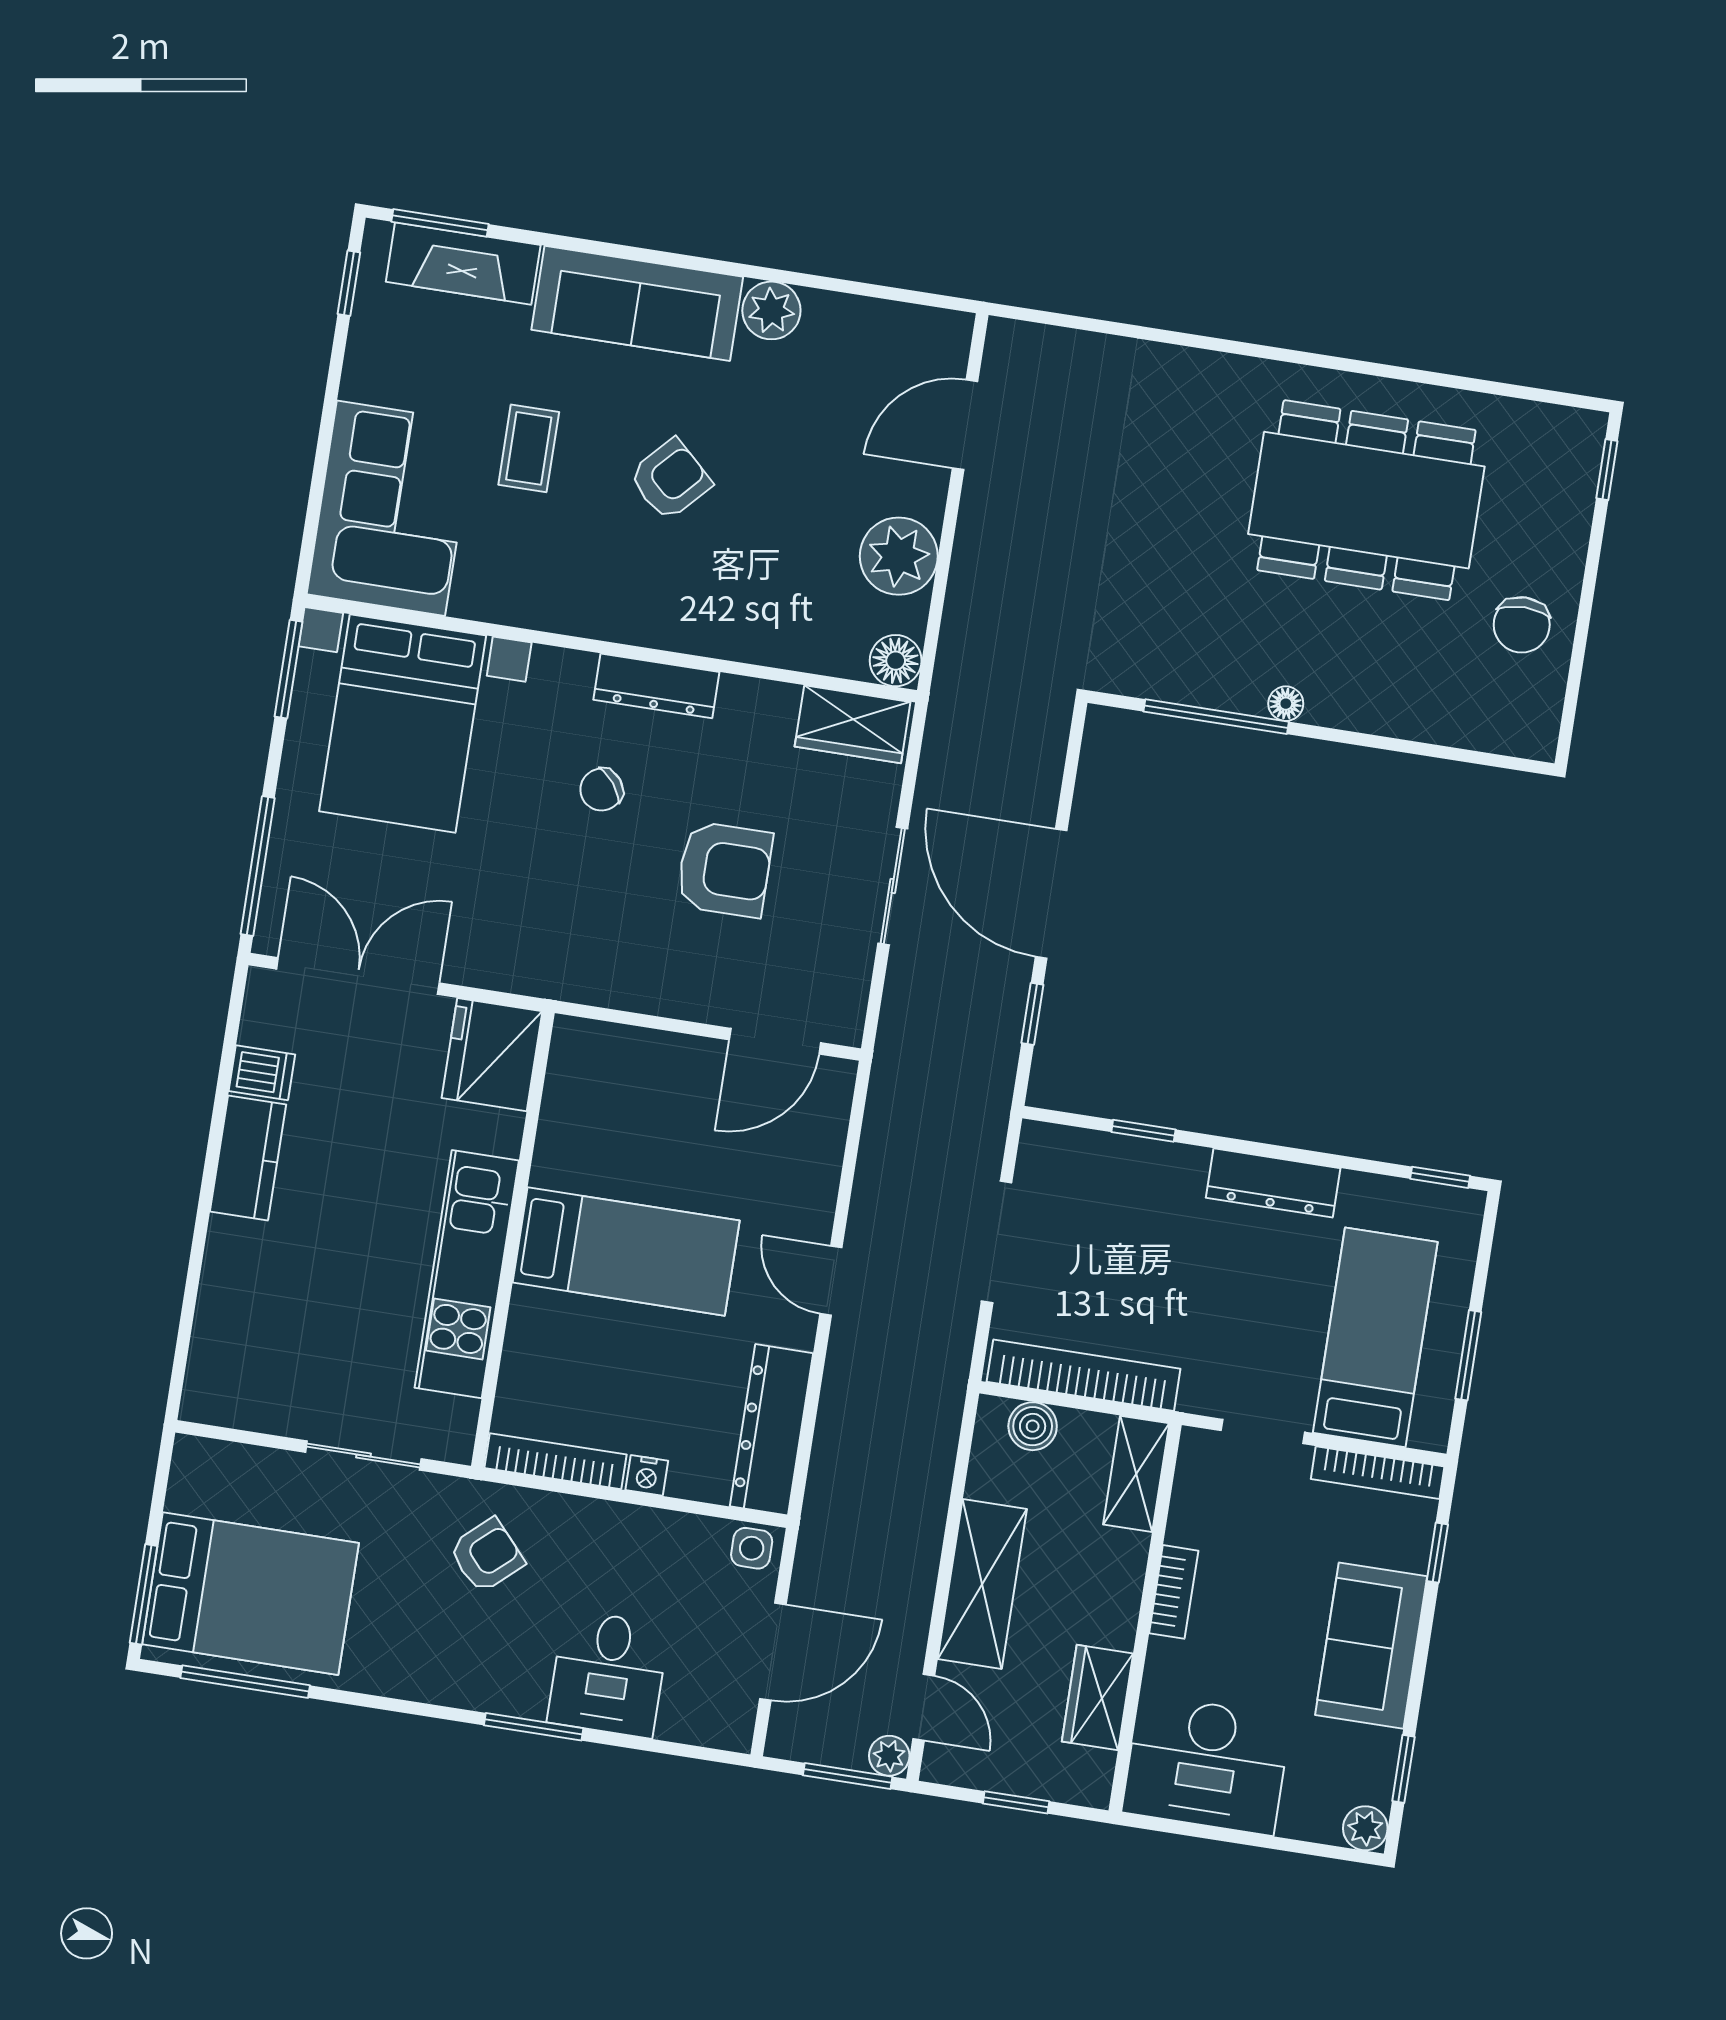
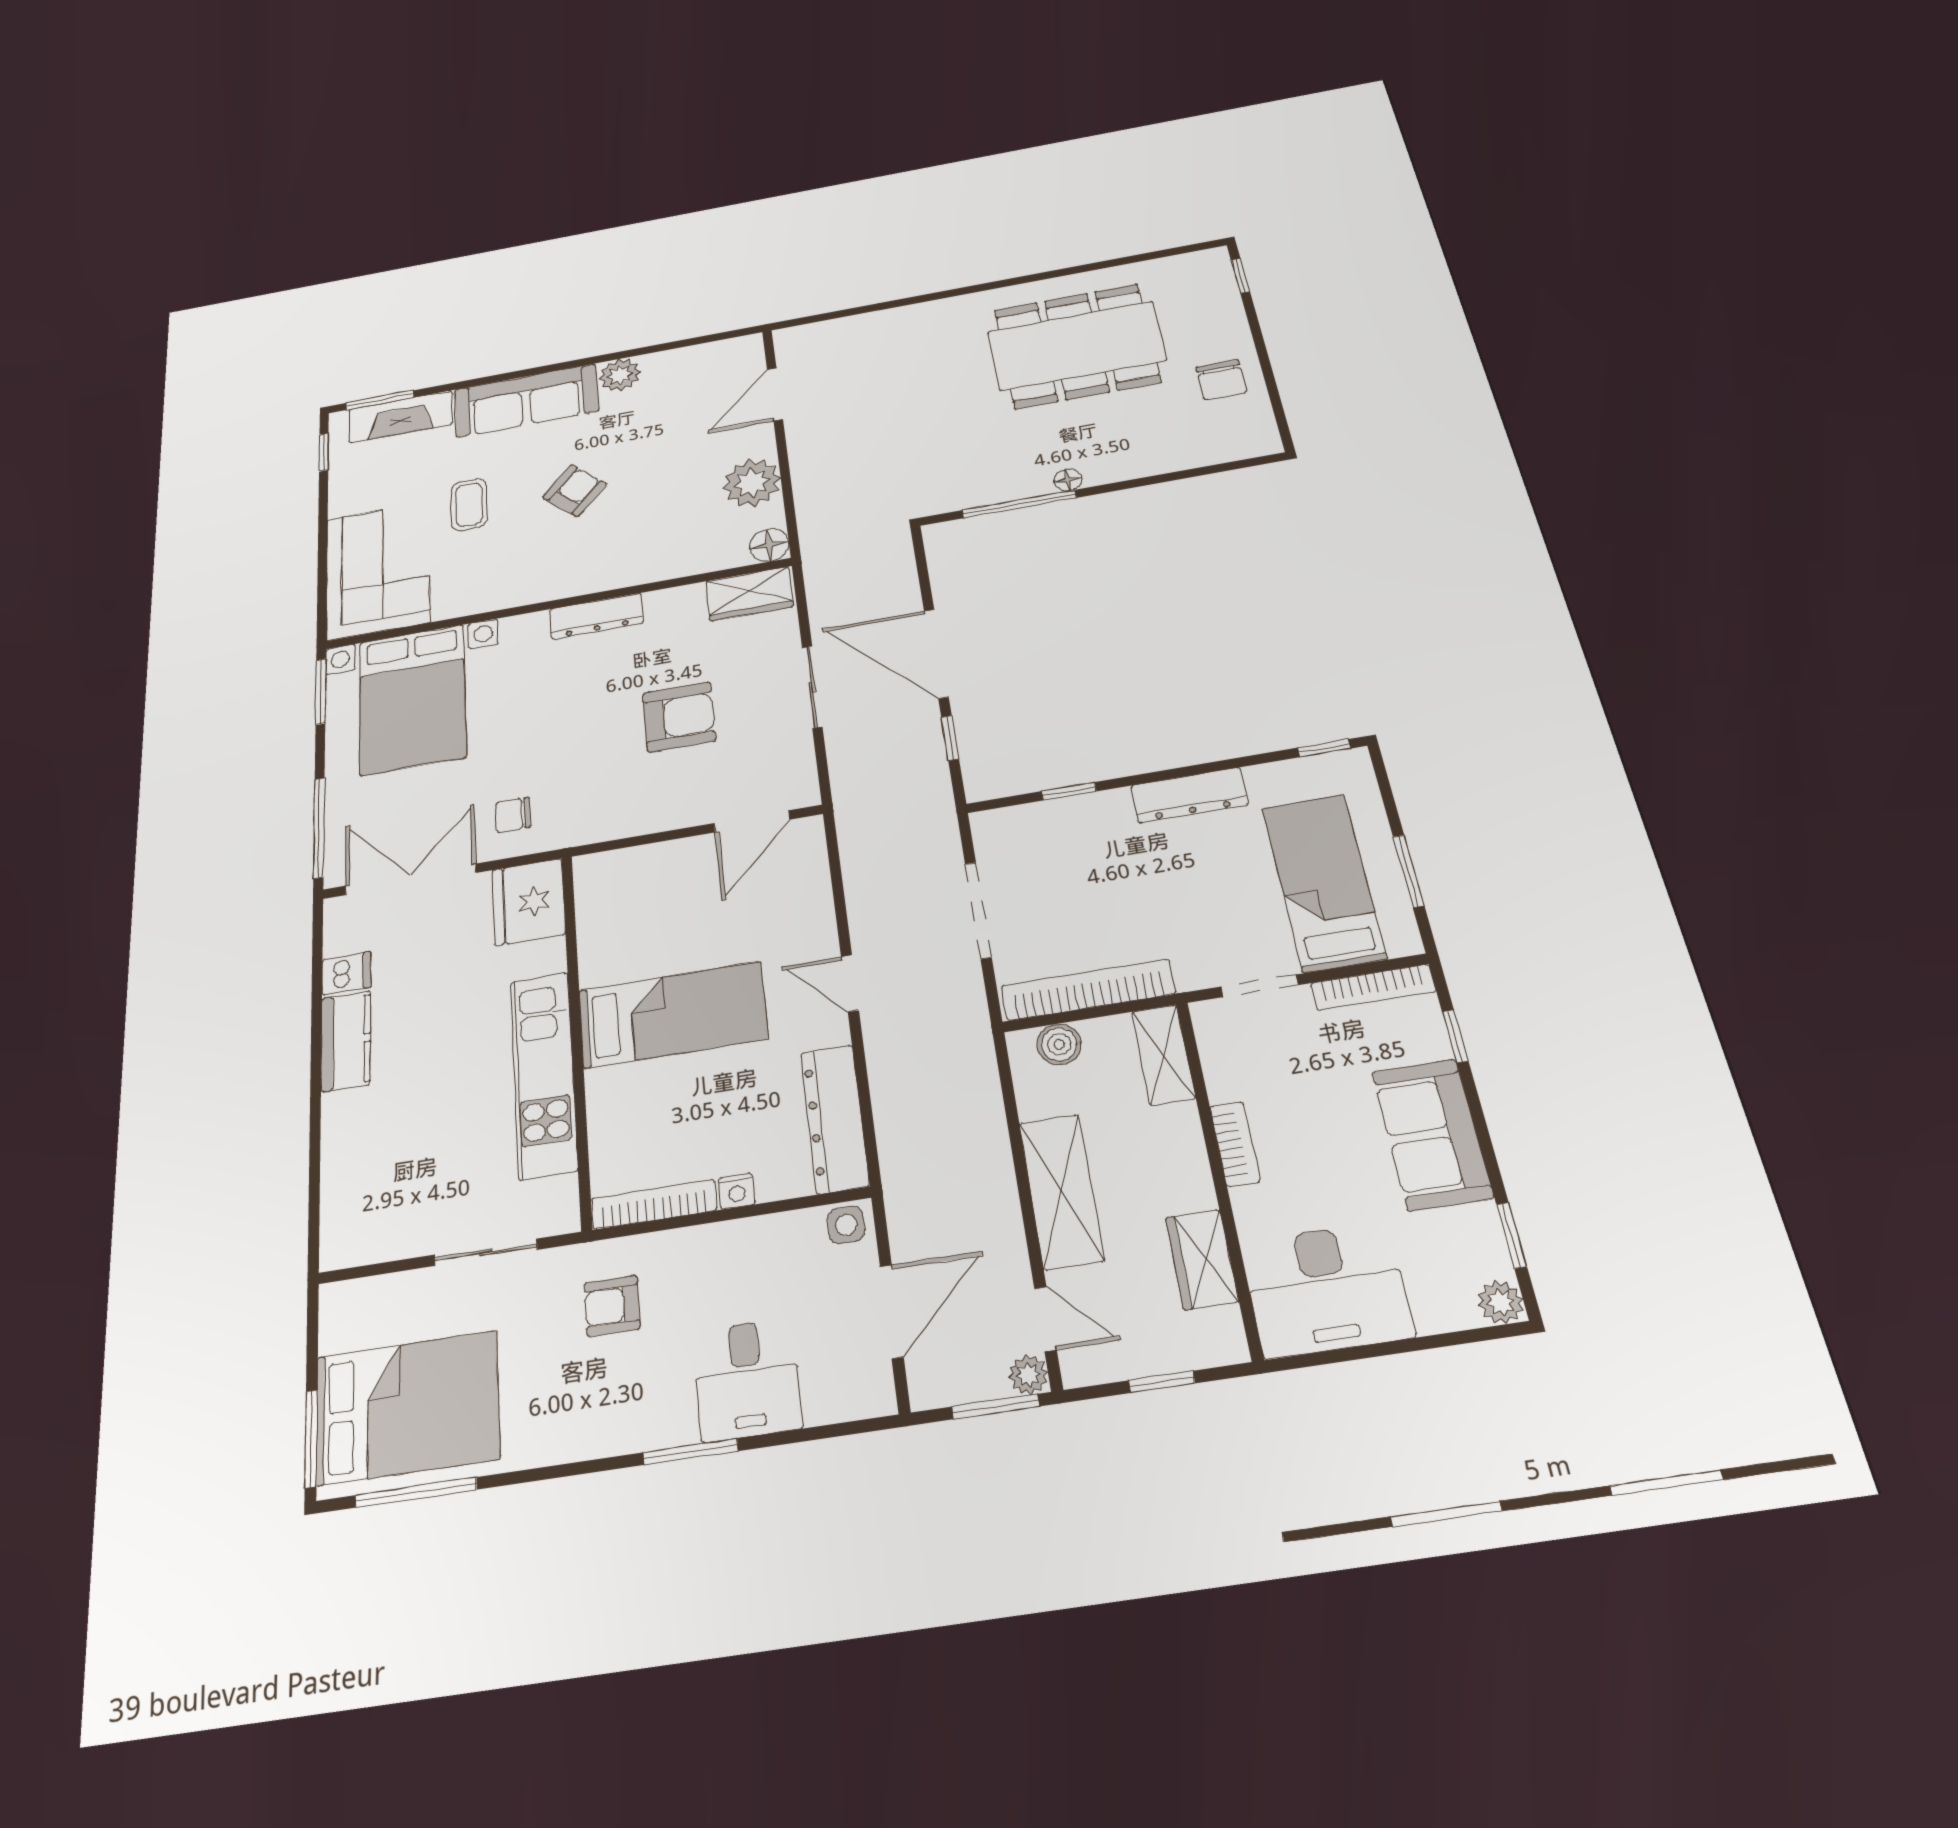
chair: (601, 790) -> (513, 815), moved, turned 38
armchair: (487, 1555) -> (612, 1306), turned -138

